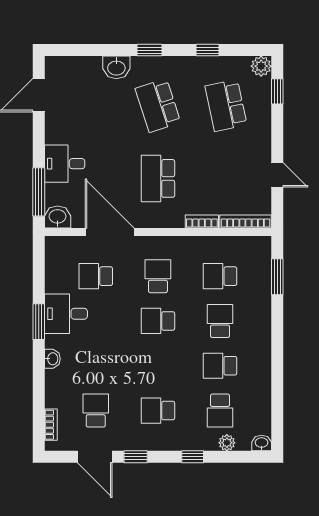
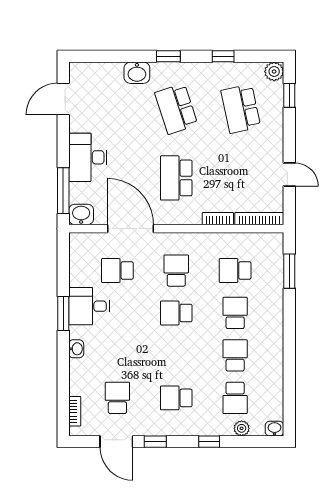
desk: (65, 164) -> (88, 157), width x1.37
school desk: (220, 366) -> (235, 355), turned 90

